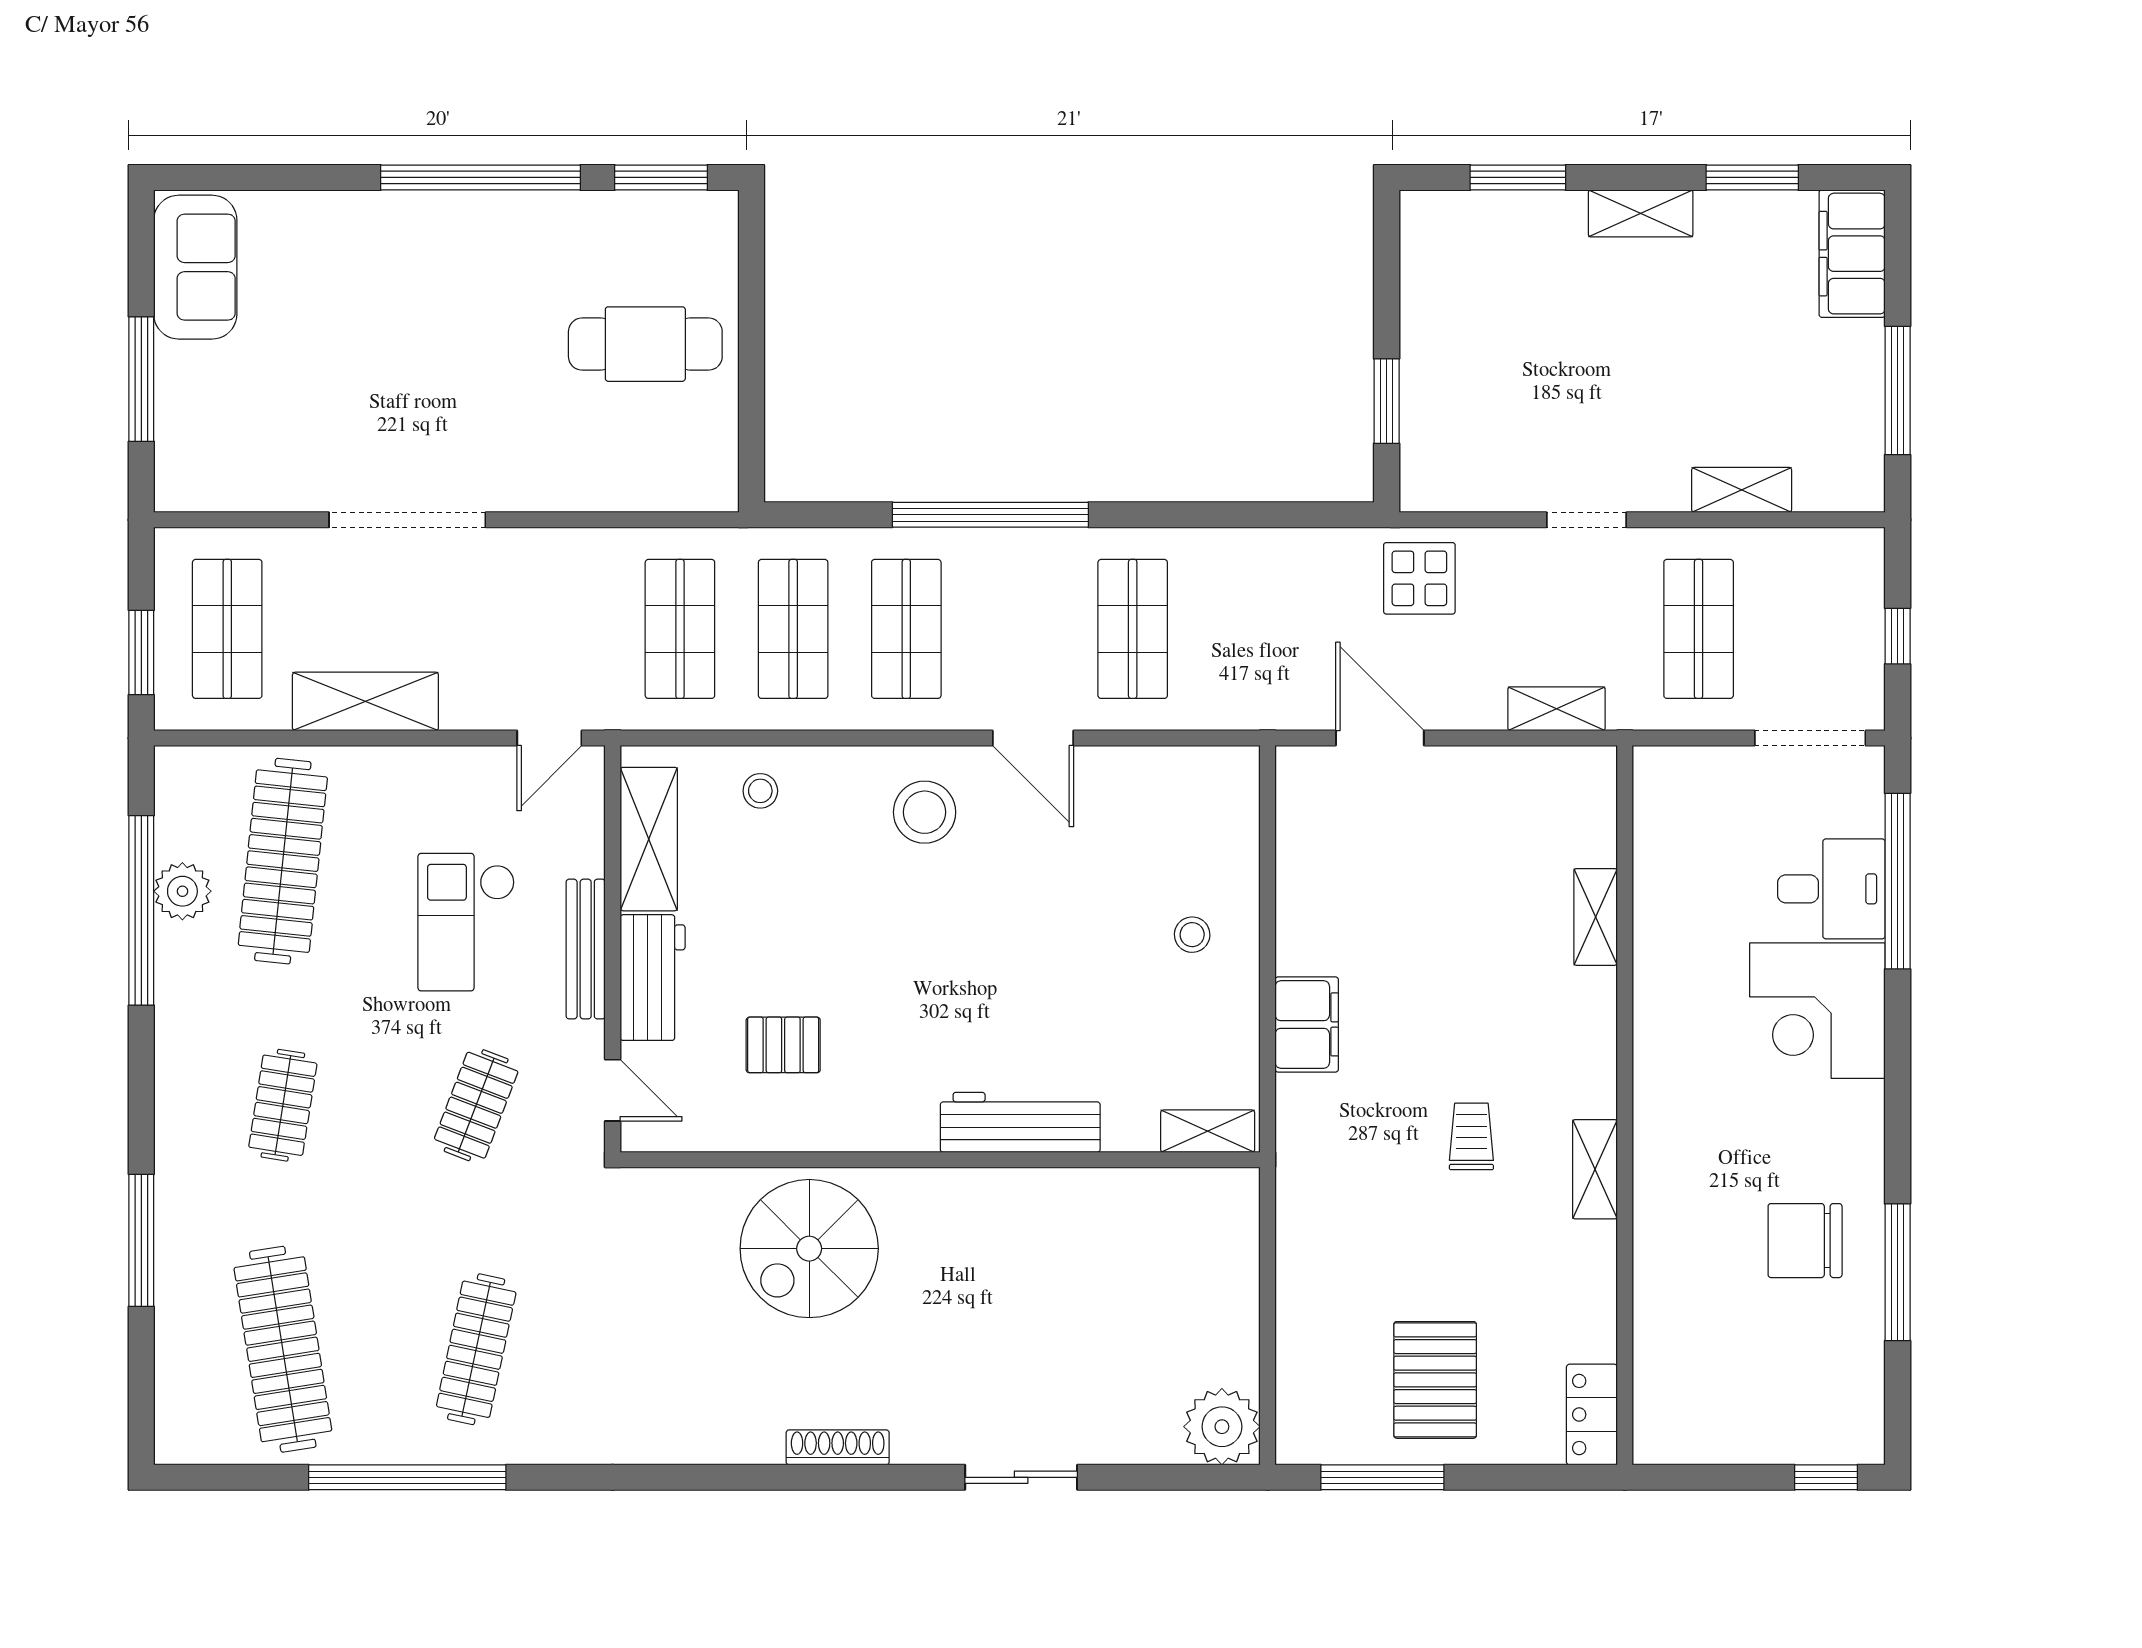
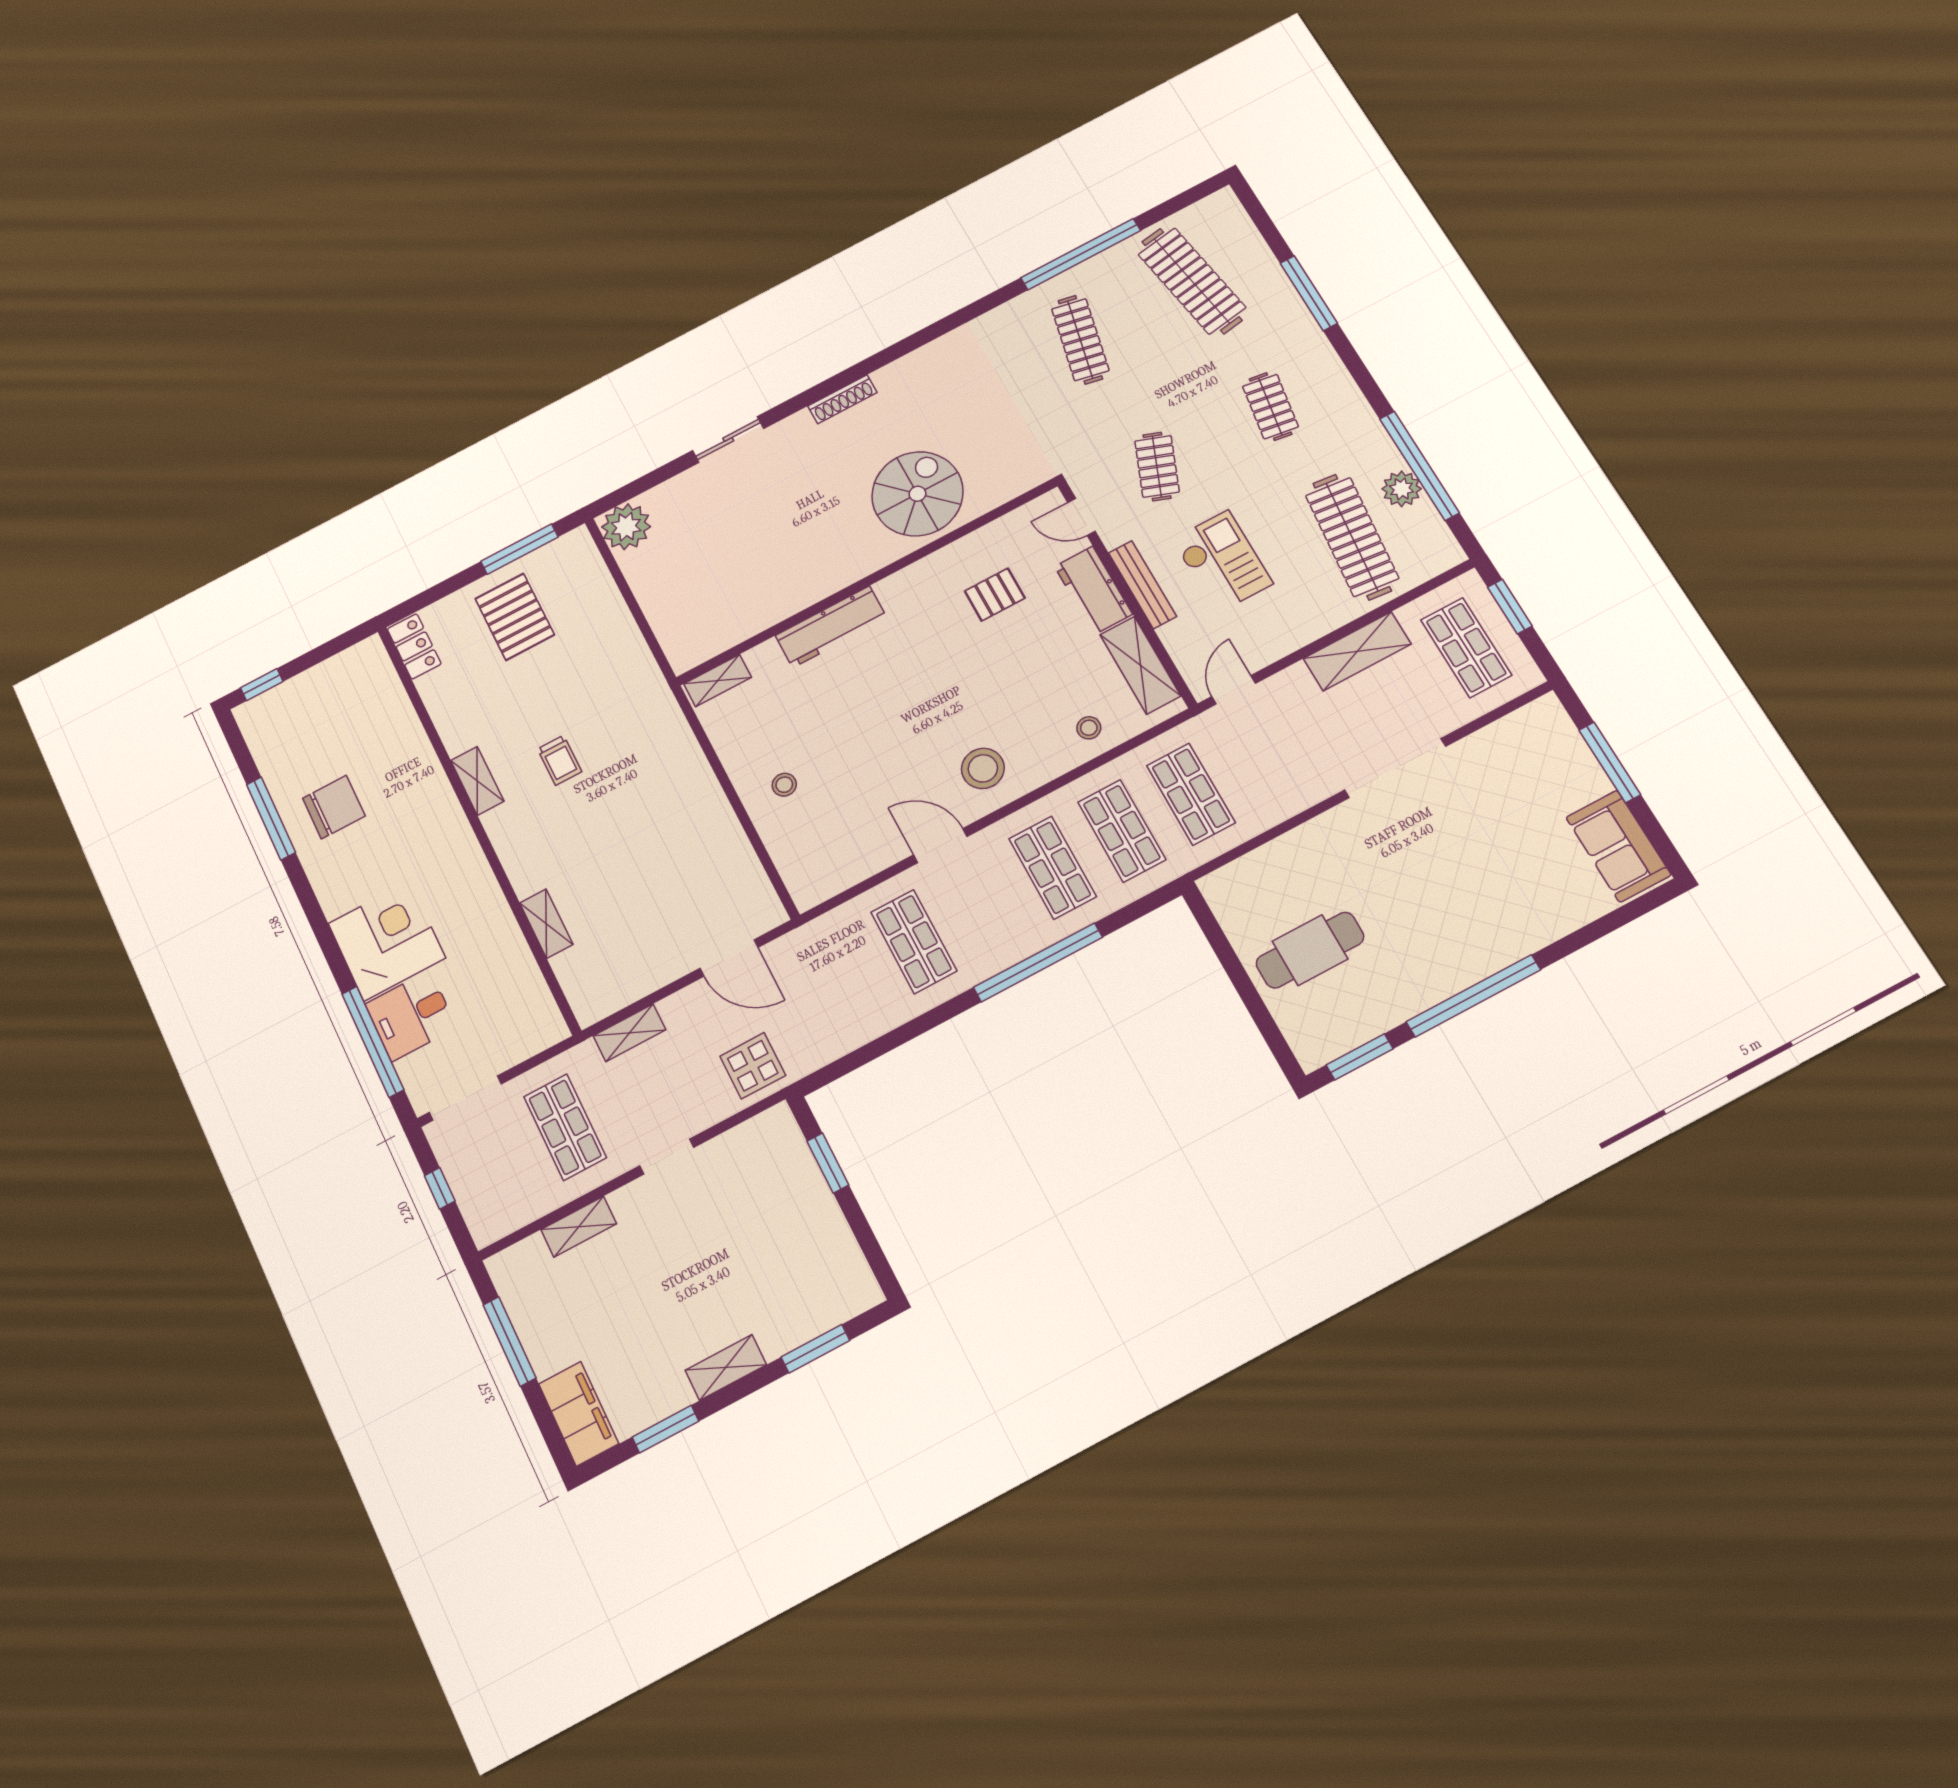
filing cabinet: (1307, 1024) -> (689, 771), removed

